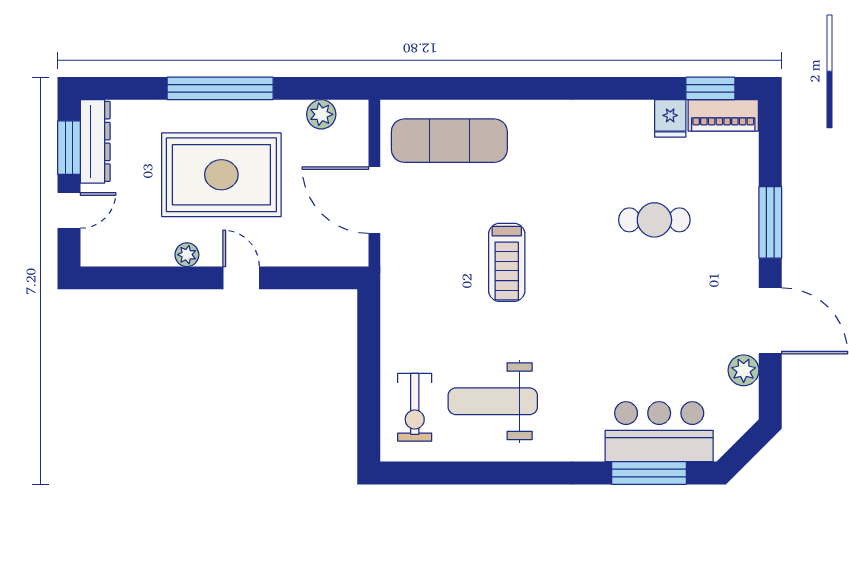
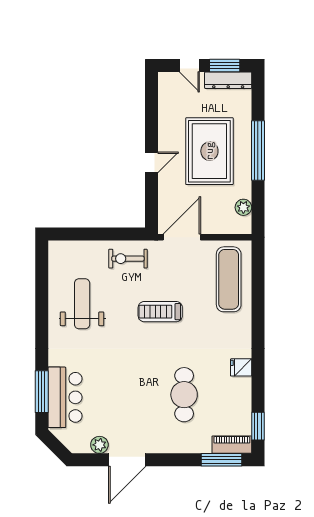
piano: (723, 115) -> (232, 445), moved, turned 90
fridge: (670, 118) -> (241, 367), moved
door: (374, 200) -> (182, 237), moved
cafe table: (654, 220) -> (184, 395), width x1.37, depth x1.35
window: (770, 222) -> (222, 460), moved
plant: (187, 255) -> (164, 132), removed
exercise bike: (415, 407) -> (128, 259), moved

